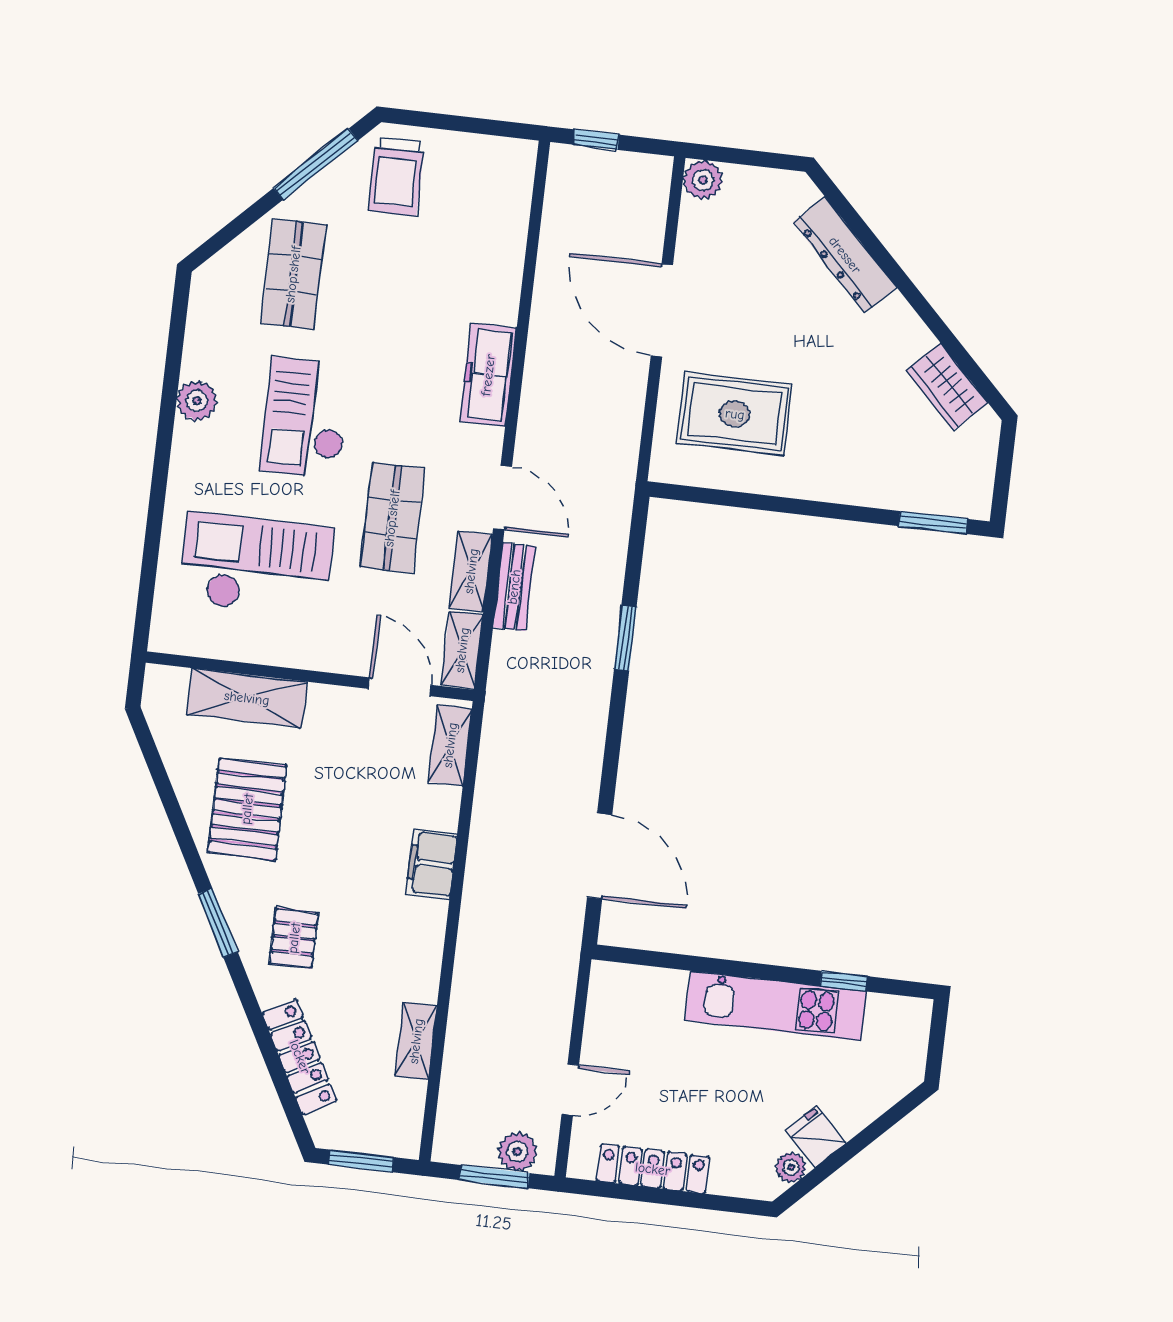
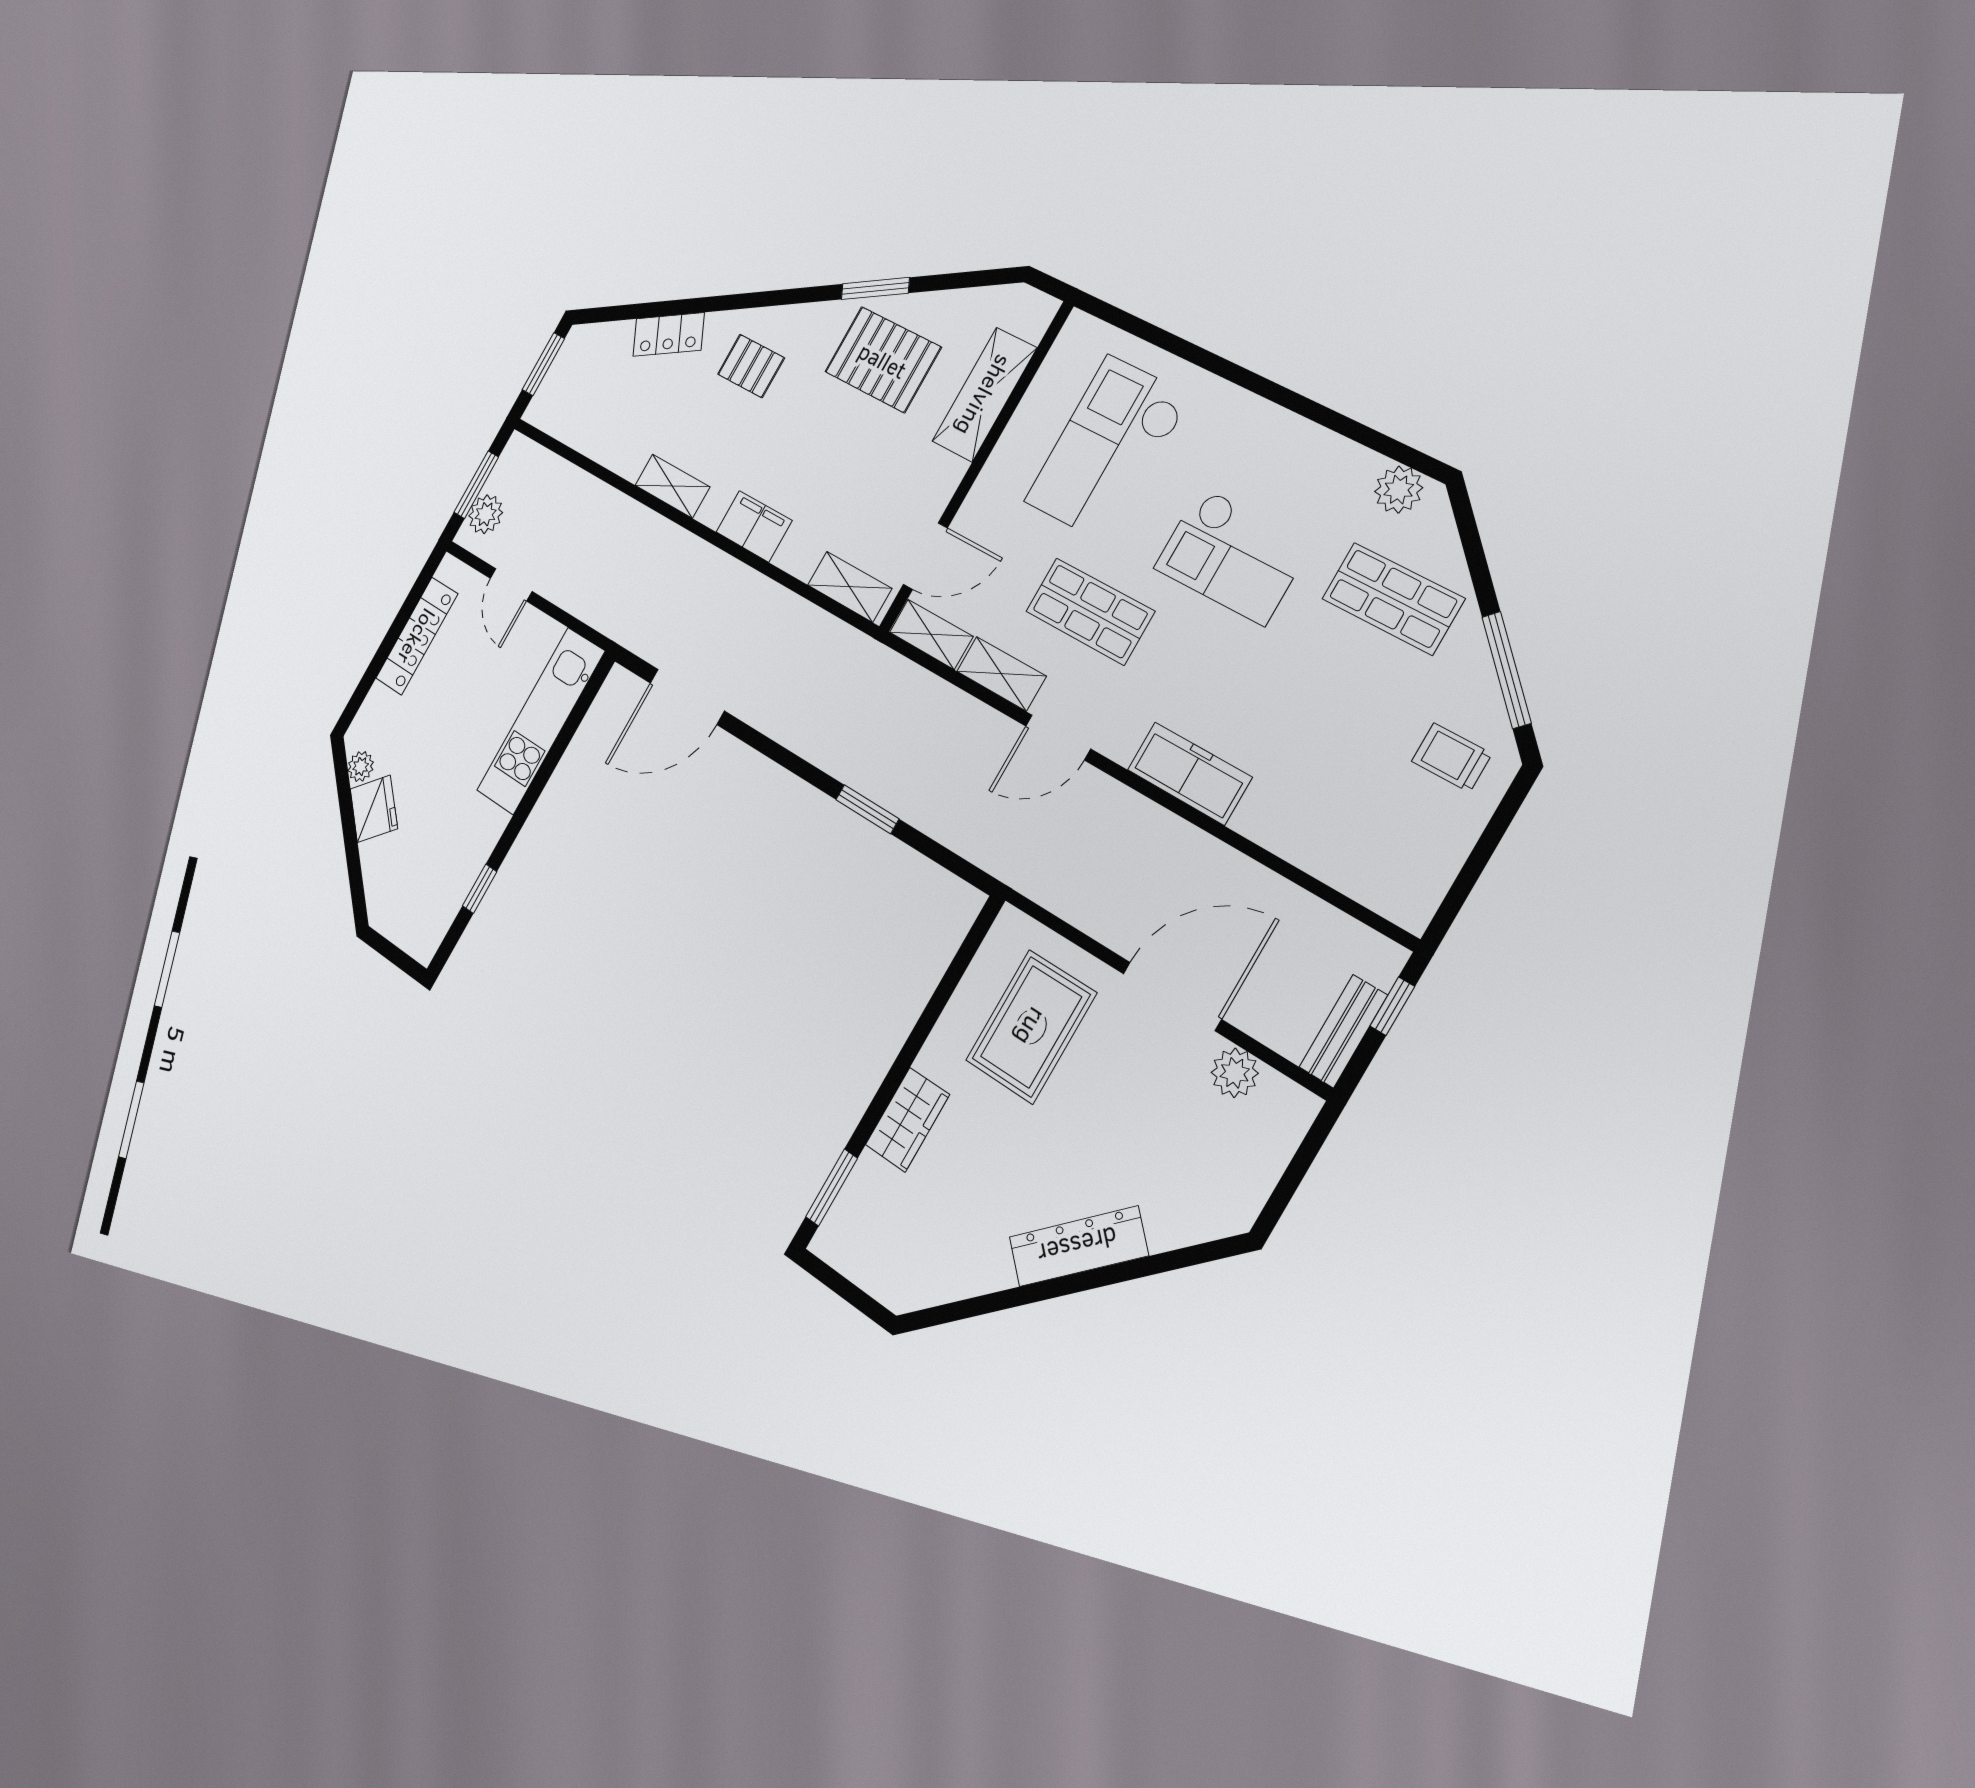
trolley: (396, 176) -> (1452, 757), width x0.73, depth x0.72
plant: (703, 180) -> (1235, 1073), moved
dresser: (845, 255) -> (1078, 1246), moved
wardrobe: (947, 387) -> (907, 1120), moved, turned 135
plant: (197, 401) -> (1399, 490), moved
checkout: (305, 418) -> (1233, 556), turned 180
checkout: (256, 565) -> (1108, 449), turned 180
bench: (514, 587) -> (1343, 1031), moved, turned 90
window: (218, 923) -> (875, 288), moved
kitchen unit: (776, 1006) -> (541, 721), moved
shelving: (416, 1041) -> (672, 486), moved
locker: (300, 1057) -> (669, 334), width x0.66
fridge: (816, 1137) -> (374, 809), width x1.38

